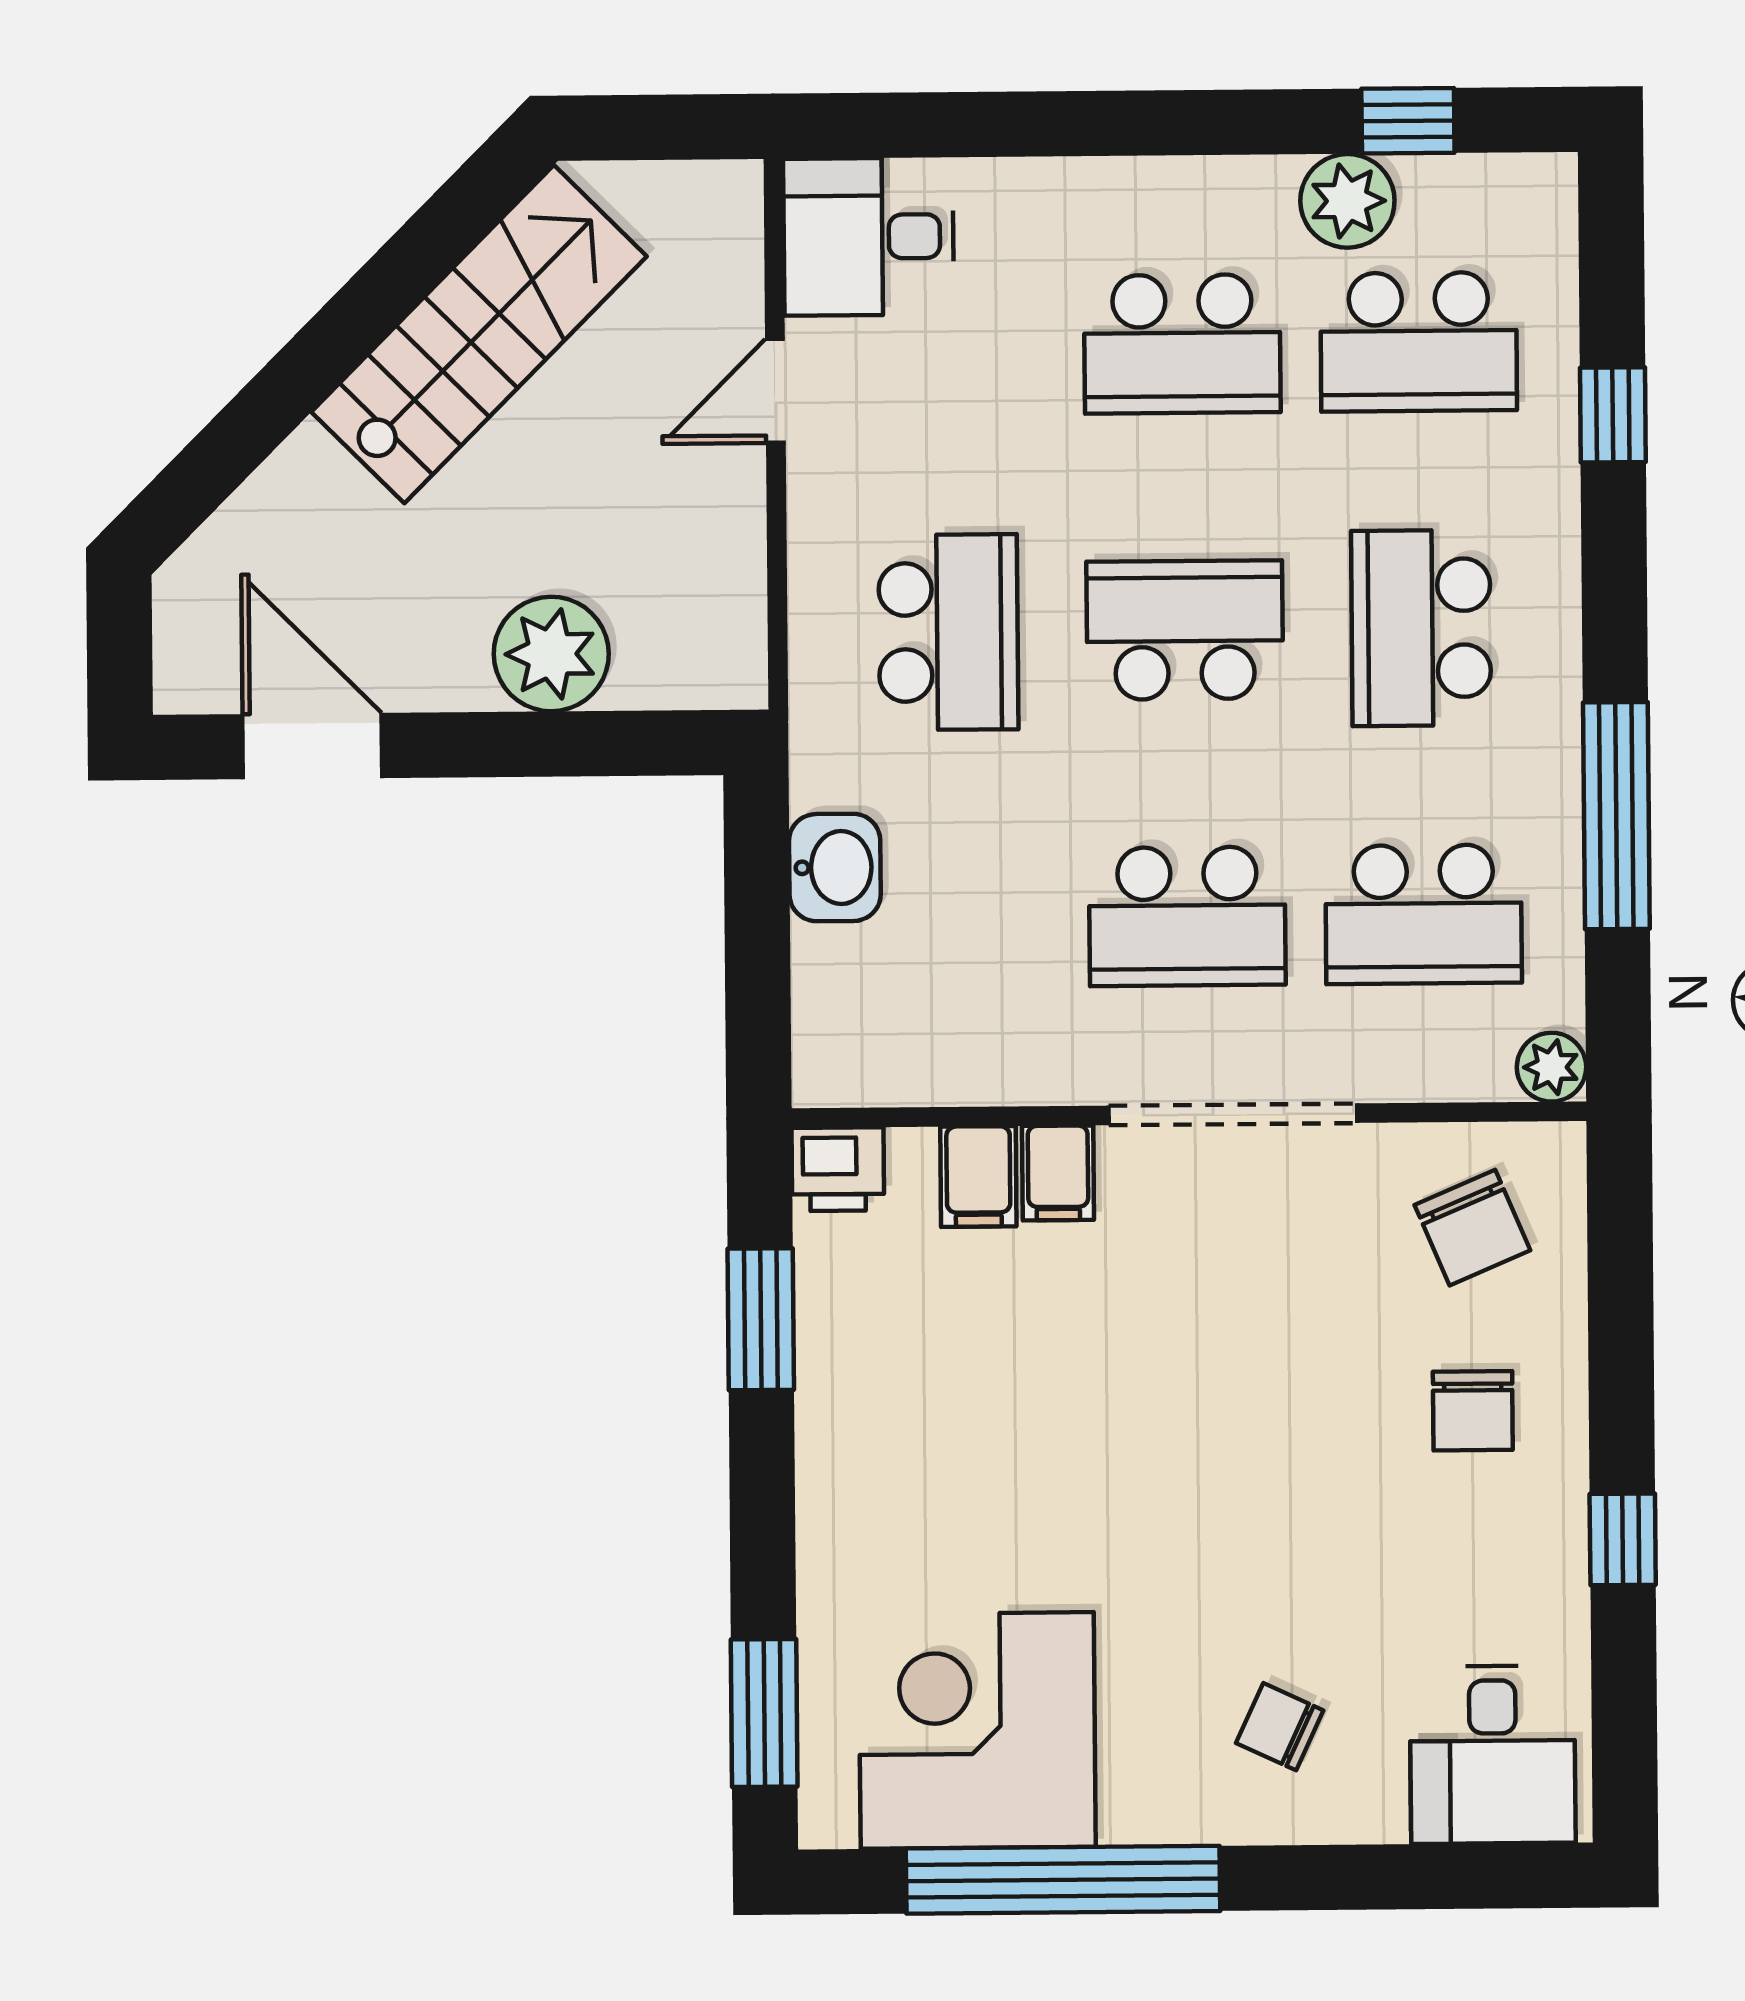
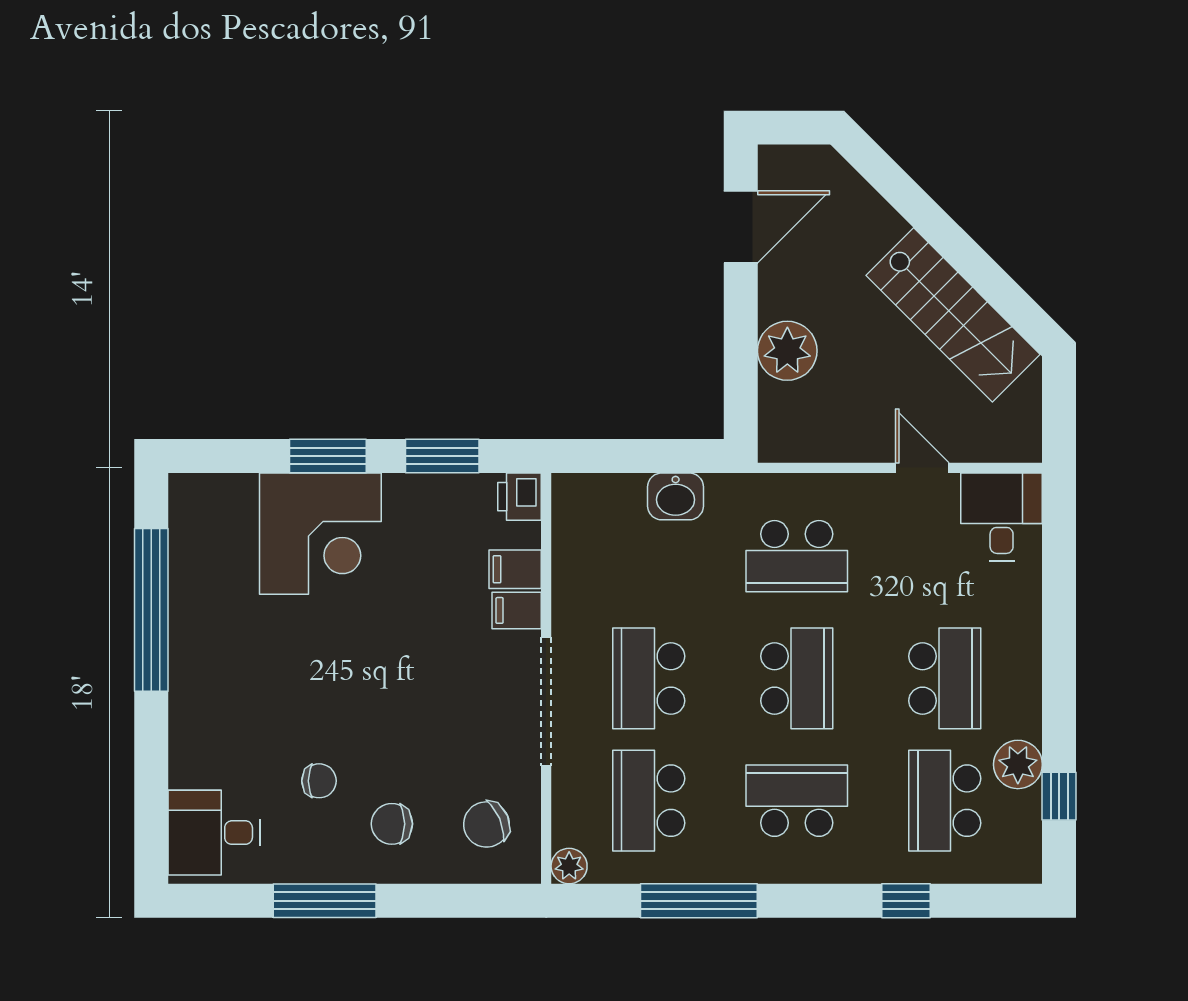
school desk: (1182, 344) -> (945, 678), turned 180
window: (1623, 1539) -> (325, 901), width x2.17
window: (764, 1713) -> (328, 456), moved
chair: (1280, 1727) -> (319, 781), moved, turned 65
corner desk: (977, 1730) -> (320, 534), moved, turned 90

